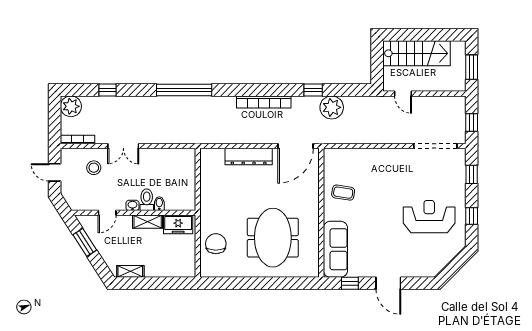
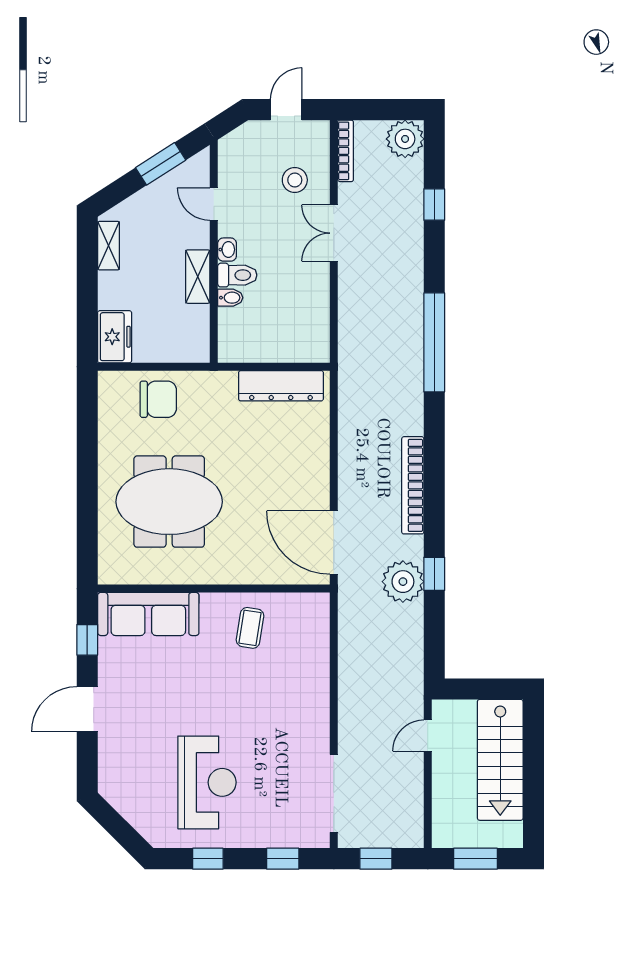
plant: (332, 107) -> (403, 582), moved
dresser: (249, 157) -> (281, 386), moved, turned -90
freezer: (178, 224) -> (115, 337), moved, turned 180

